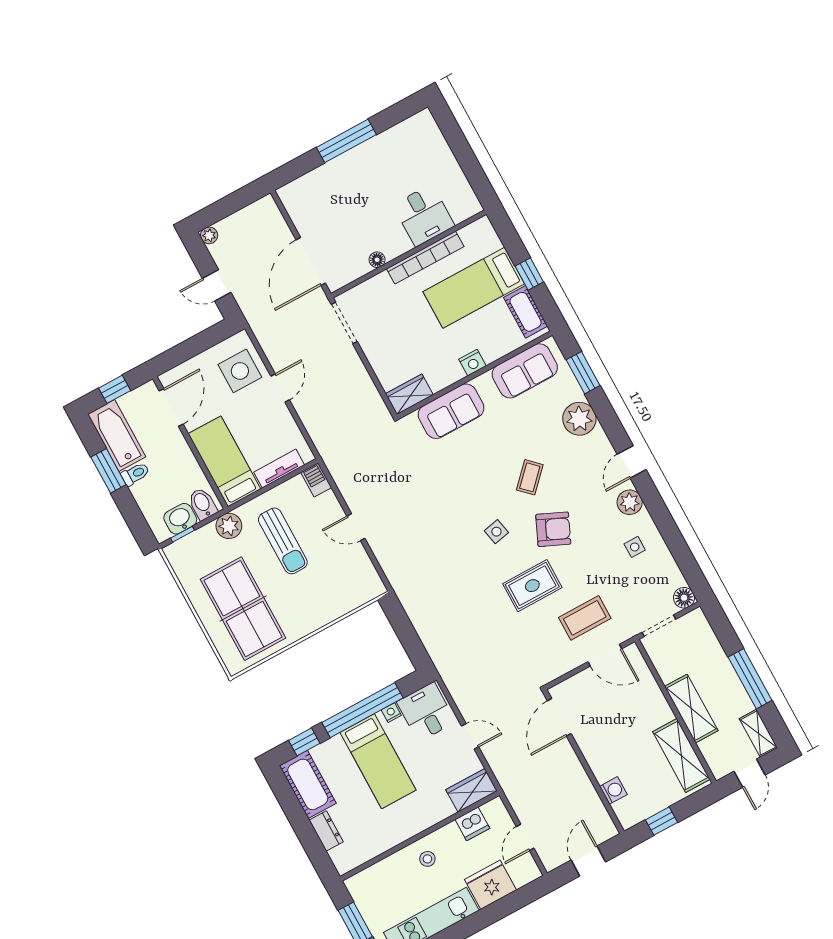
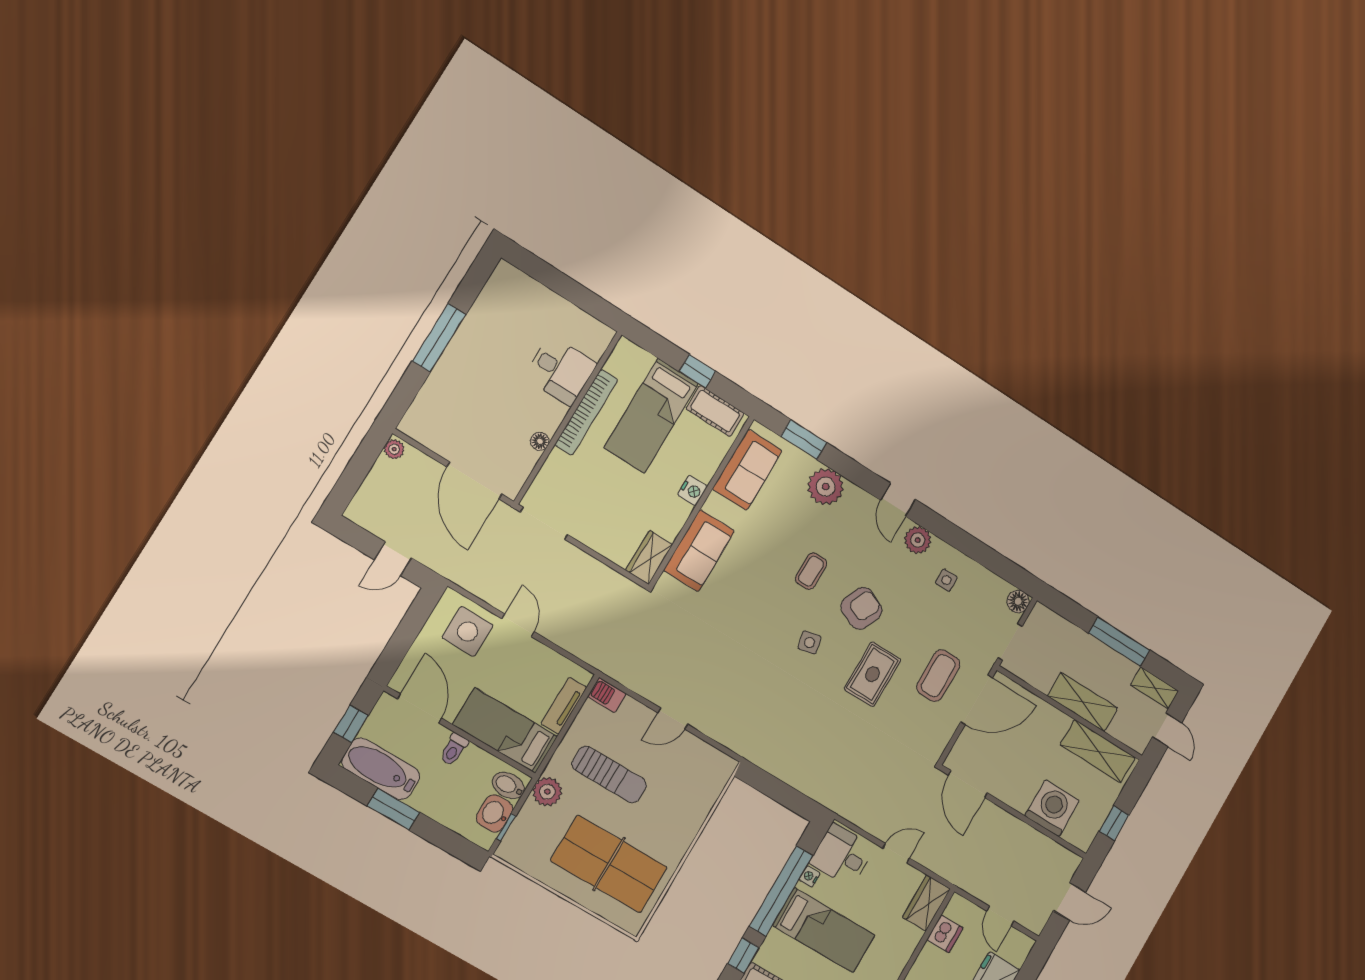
plant: (209, 235) -> (394, 449), moved
toilet: (135, 474) -> (454, 749), moved, turned 180
coffee table: (530, 477) -> (811, 571), turned 46
door: (605, 655) -> (977, 700), width x1.36
washing machine: (613, 790) -> (1052, 808), width x1.89, depth x1.89
door: (588, 861) -> (1070, 902), swing flipped

